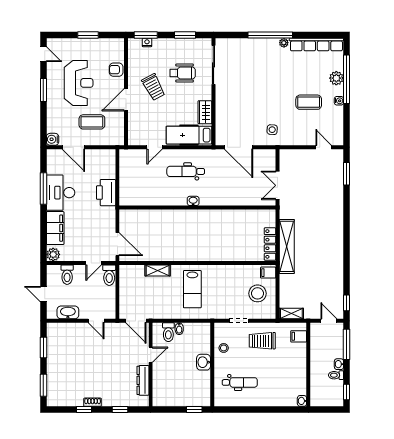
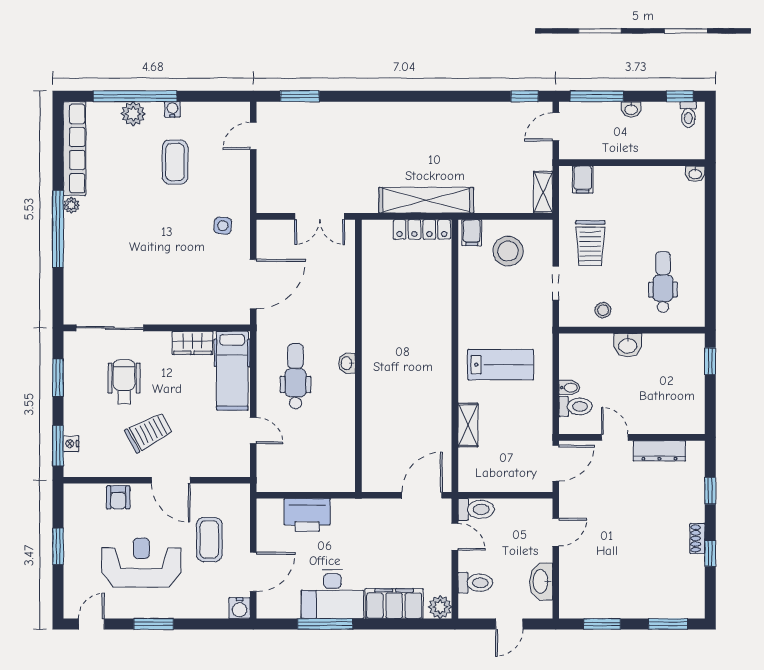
dental chair: (186, 171) -> (295, 376), turned 180
printer: (106, 193) -> (307, 515), moved
toilet: (336, 375) -> (688, 115), moved

